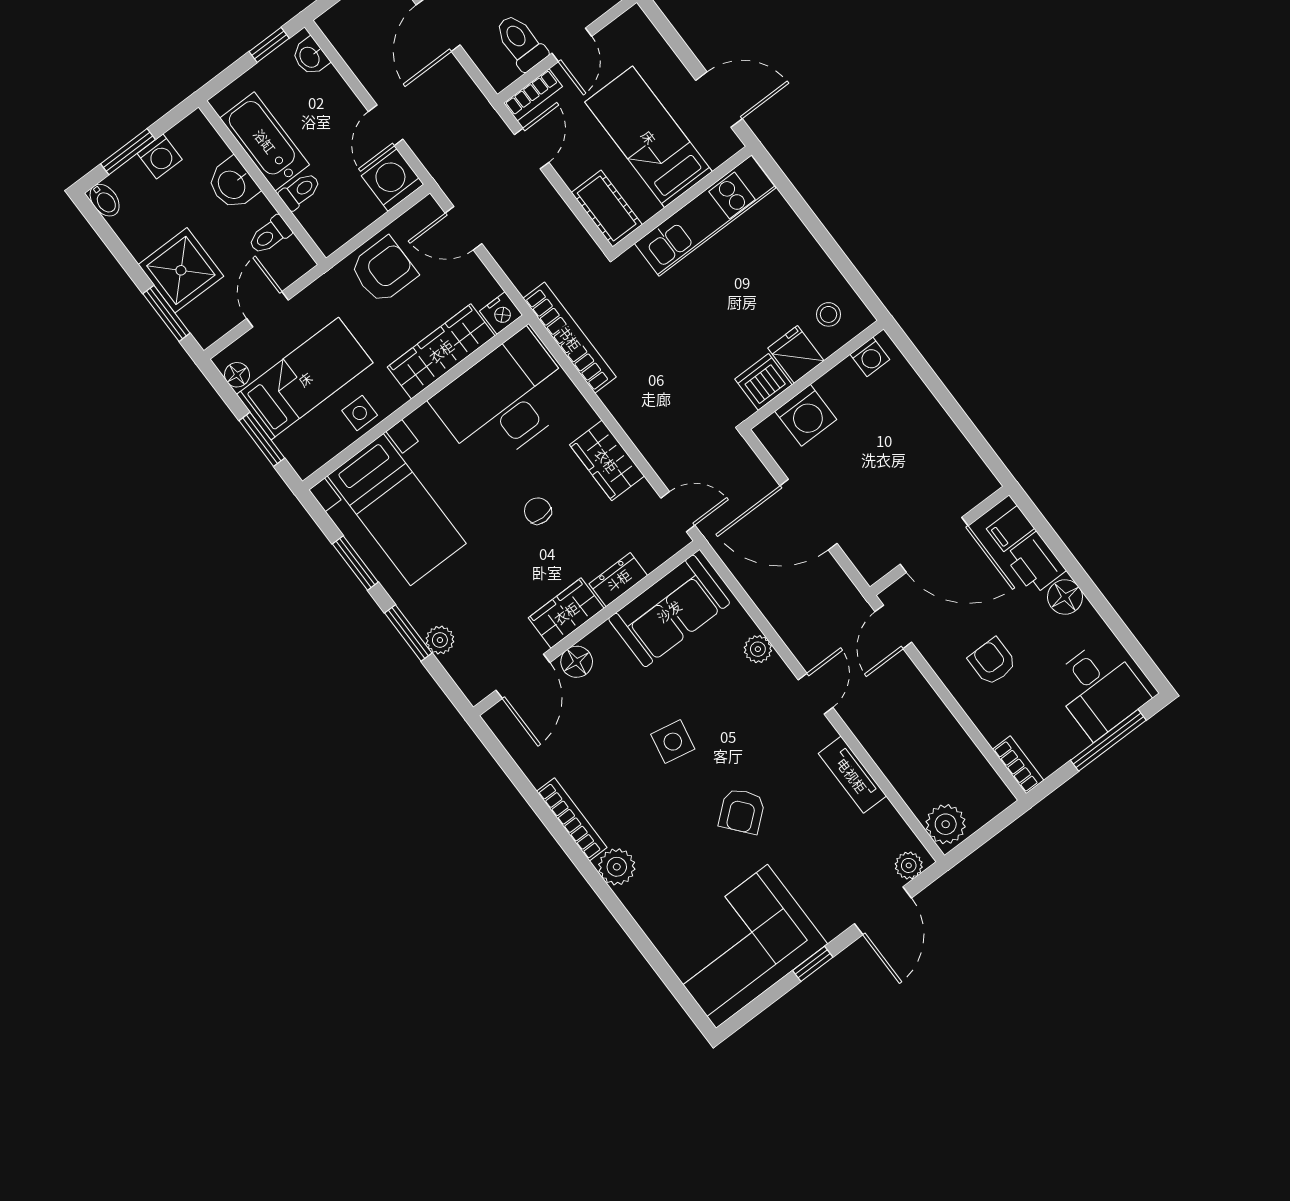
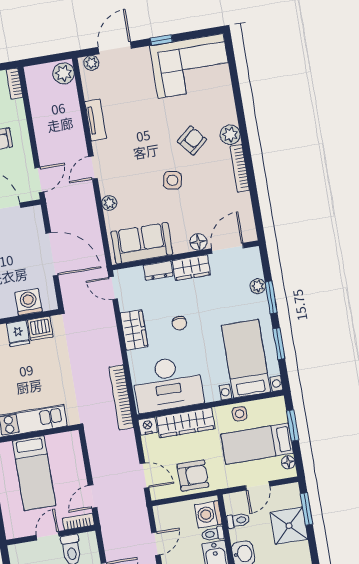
washing machine: (393, 180) -> (208, 514), moved, turned 90
cot: (607, 208) -> (72, 449), removed
armchair: (384, 270) -> (193, 476), turned 180
armchair: (742, 811) -> (192, 141), moved

